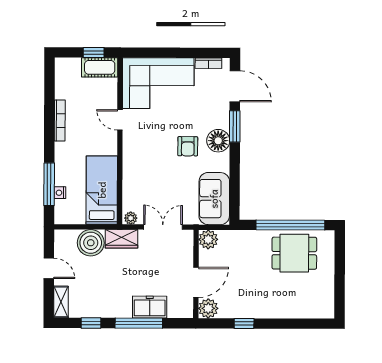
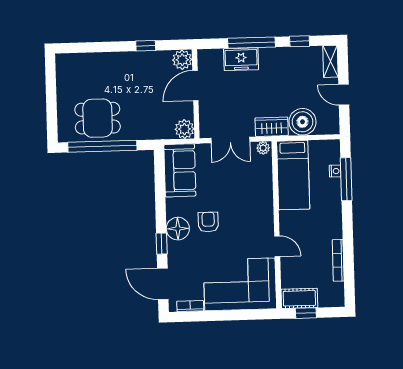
bookcase: (60, 120) -> (338, 260), moved
window: (235, 126) -> (162, 244), width x0.67

